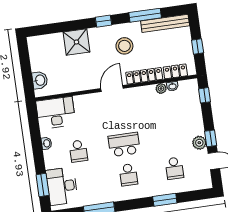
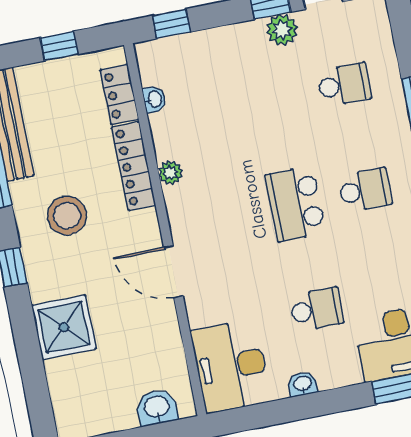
door: (112, 88) -> (173, 272), moved
plant: (161, 89) -> (170, 173), moved

